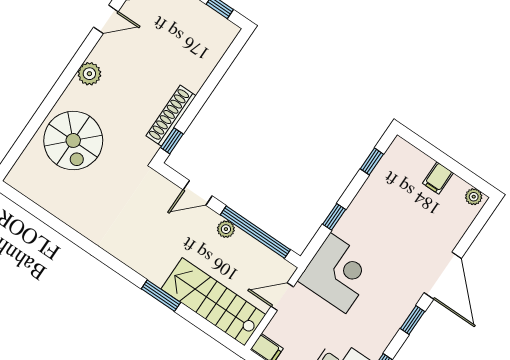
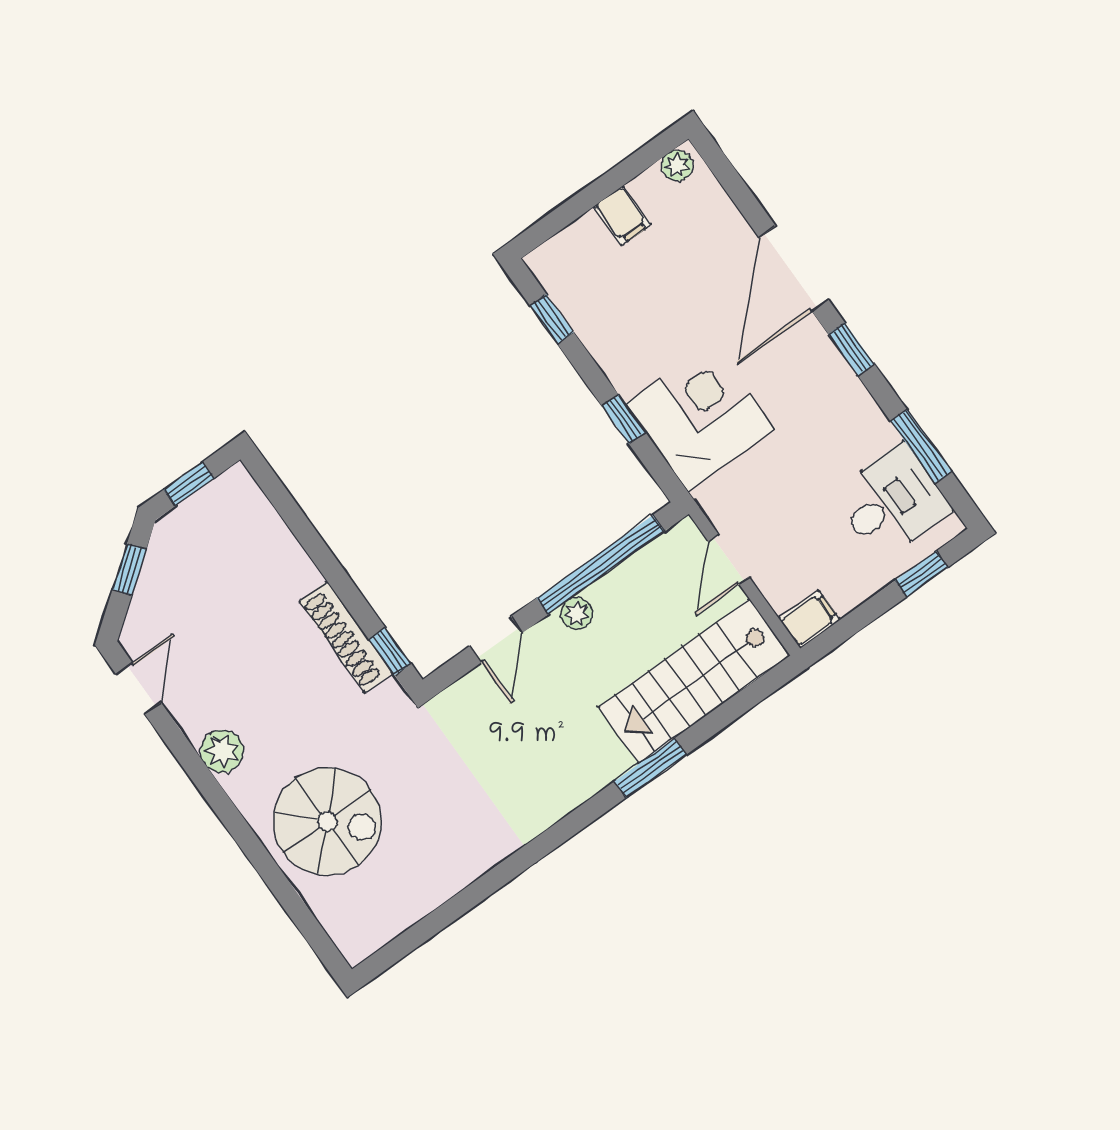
corner desk: (338, 273) -> (700, 416), moved
door: (443, 276) -> (794, 269), swing flipped

